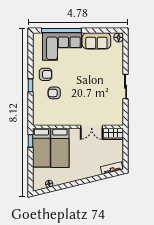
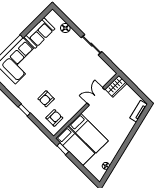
floor lamp: (119, 37) -> (65, 28), moved
armchair: (46, 74) -> (54, 118), moved
double door: (92, 127) -> (96, 96), swing flipped

